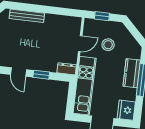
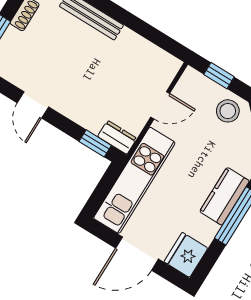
stool: (108, 45) -> (228, 111), moved
window: (41, 75) -> (95, 143), moved

